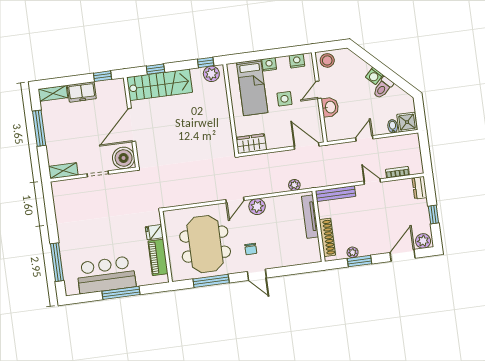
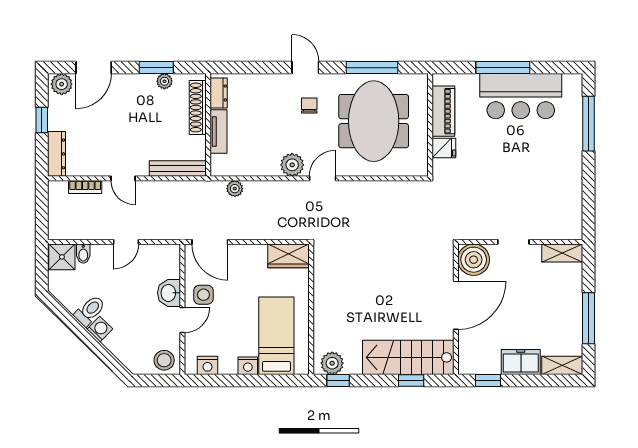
side table: (285, 99) -> (203, 295), moved
dresser: (420, 188) -> (57, 154), width x1.44
tv unit: (310, 217) -> (219, 131), width x0.71
dresser: (314, 249) -> (219, 93), added

